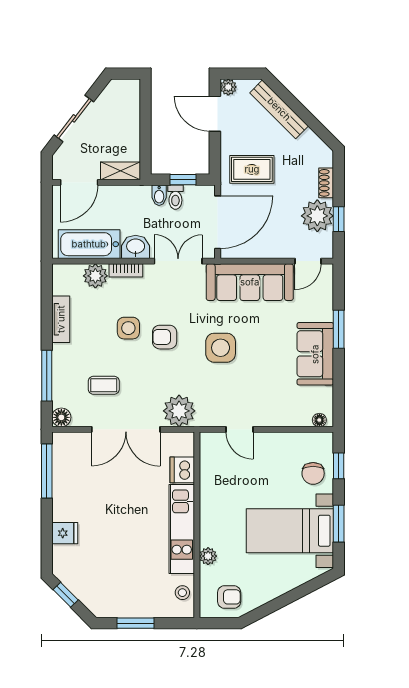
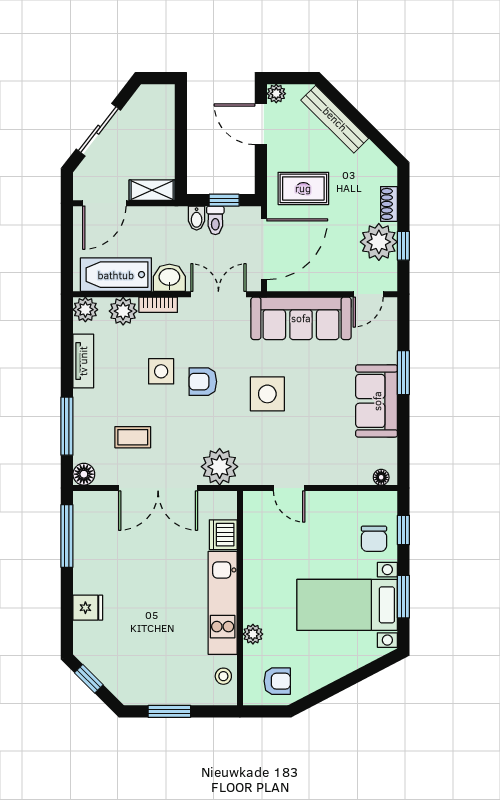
plant: (63, 274) -> (85, 310), added

